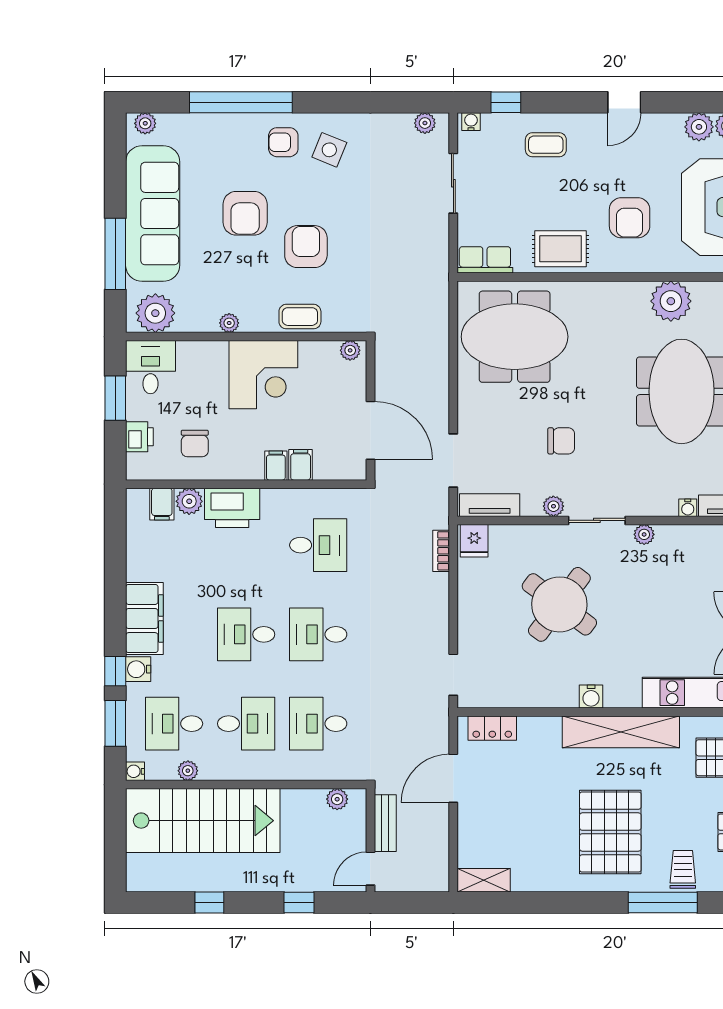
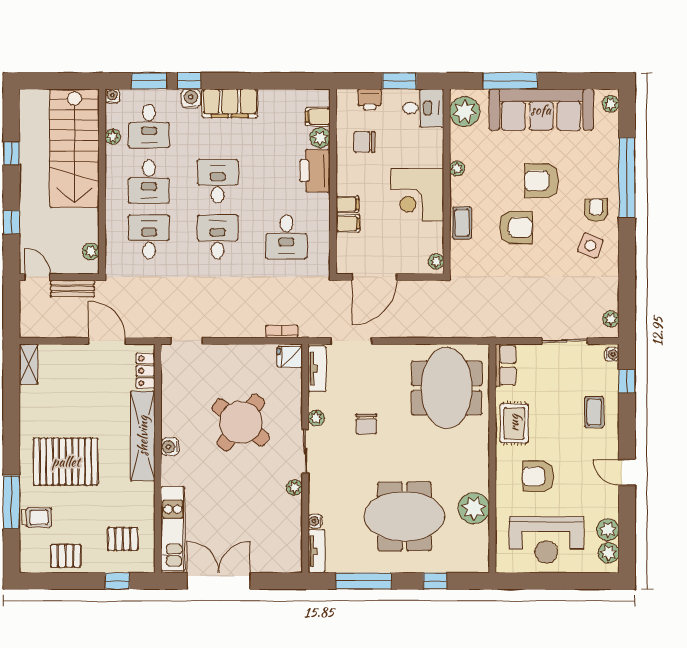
desk: (174, 724) -> (149, 126), turned 180
shelving: (621, 732) -> (143, 436), moved

